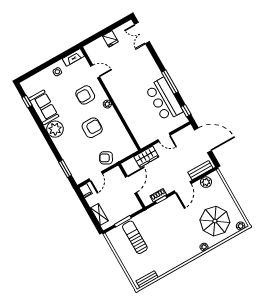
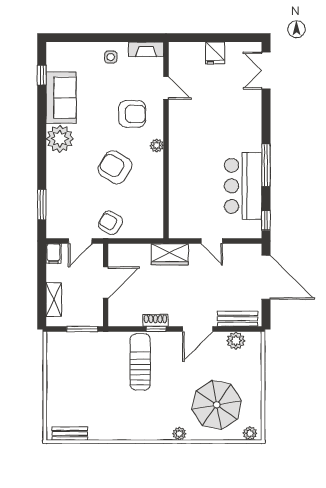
armchair: (85, 95) -> (132, 114), turned 180
armchair: (92, 128) -> (115, 167), turned -149
door: (131, 185) -> (106, 282), moved
wall: (132, 186) -> (106, 285), moved
sun lounger: (135, 237) -> (140, 362), moved

